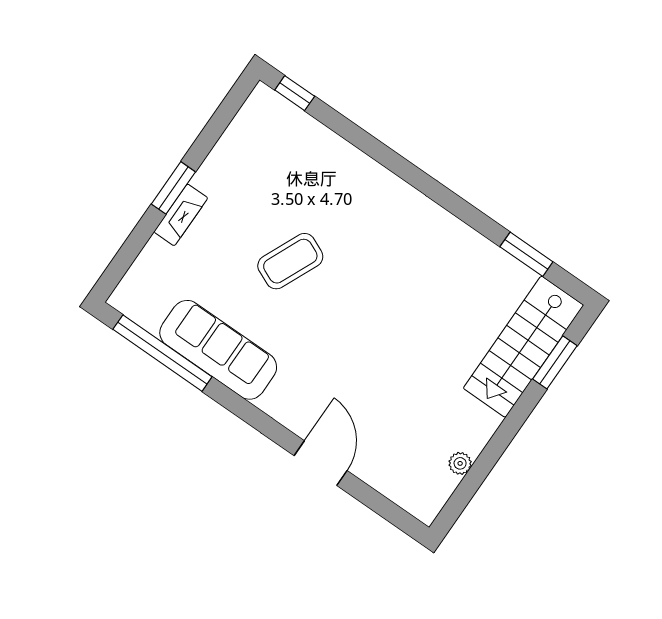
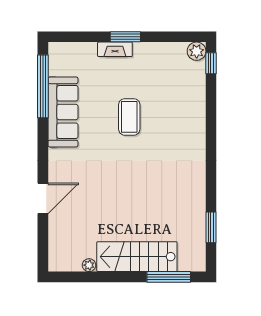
plant: (264, 102) -> (197, 51), added
coffee table: (290, 261) -> (129, 117), turned 66
stairs: (523, 347) -> (137, 257), moved
window: (555, 362) -> (169, 277), width x1.44

